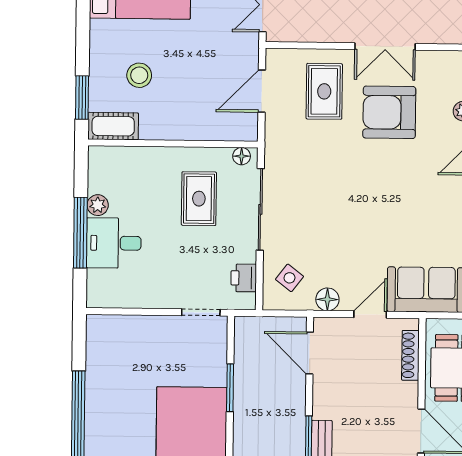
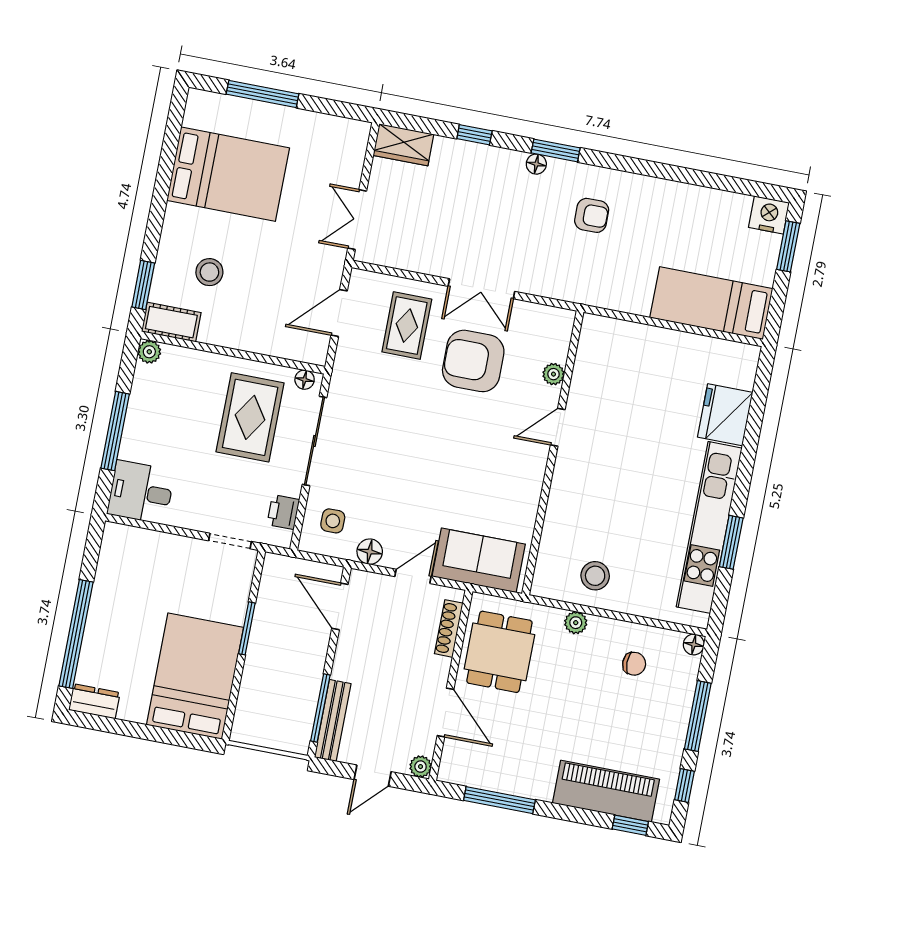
rug: (199, 199) -> (250, 417), width x1.36, depth x1.43
plant: (98, 205) -> (149, 352), moved
desk: (114, 243) -> (141, 492), moved
side table: (289, 278) -> (333, 521), turned -38

